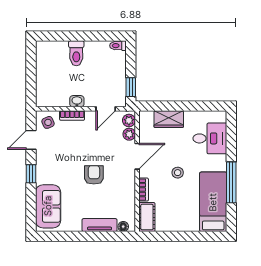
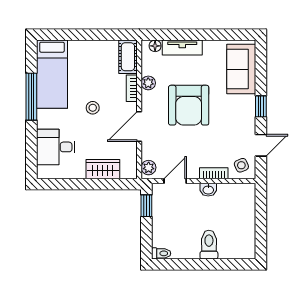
plant: (129, 134) -> (148, 83), moved
armchair: (94, 175) -> (189, 105), width x1.88, depth x1.88

